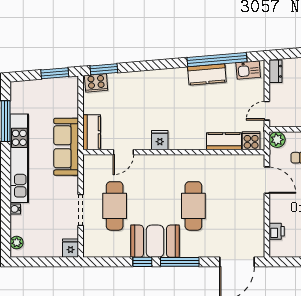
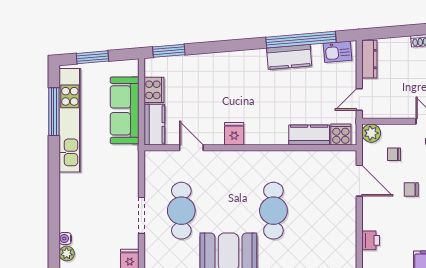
dresser: (276, 71) -> (369, 59), width x1.44
window: (55, 73) -> (92, 57), moved
cooker: (96, 83) -> (154, 90), moved, turned -85
sofa: (66, 147) -> (125, 110), moved
door: (123, 152) -> (191, 148), swing flipped
kitchen unit: (19, 158) -> (70, 120), moved
water cooler: (15, 209) -> (65, 238), moved

